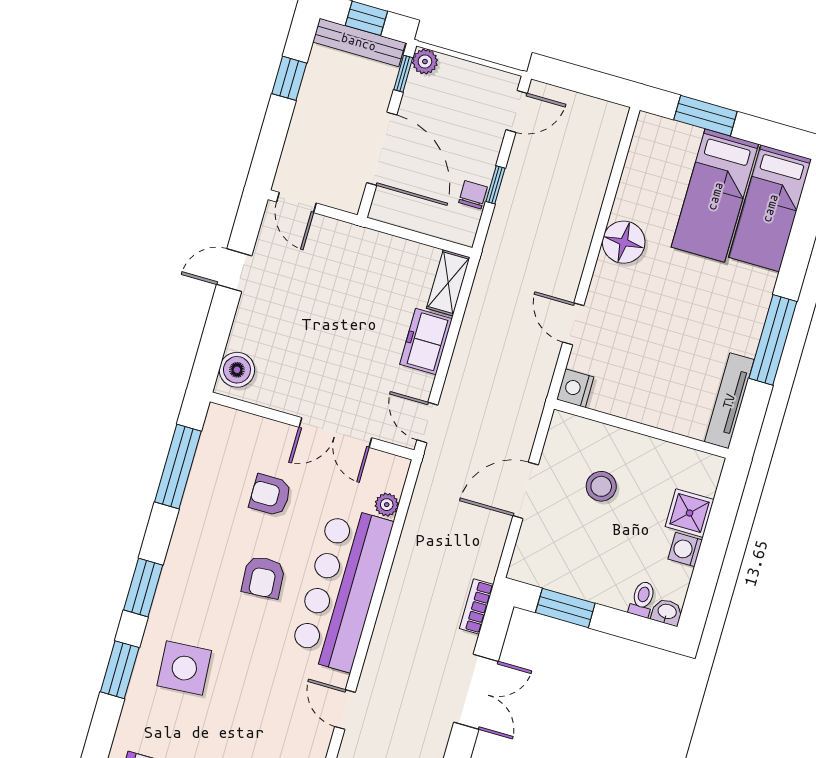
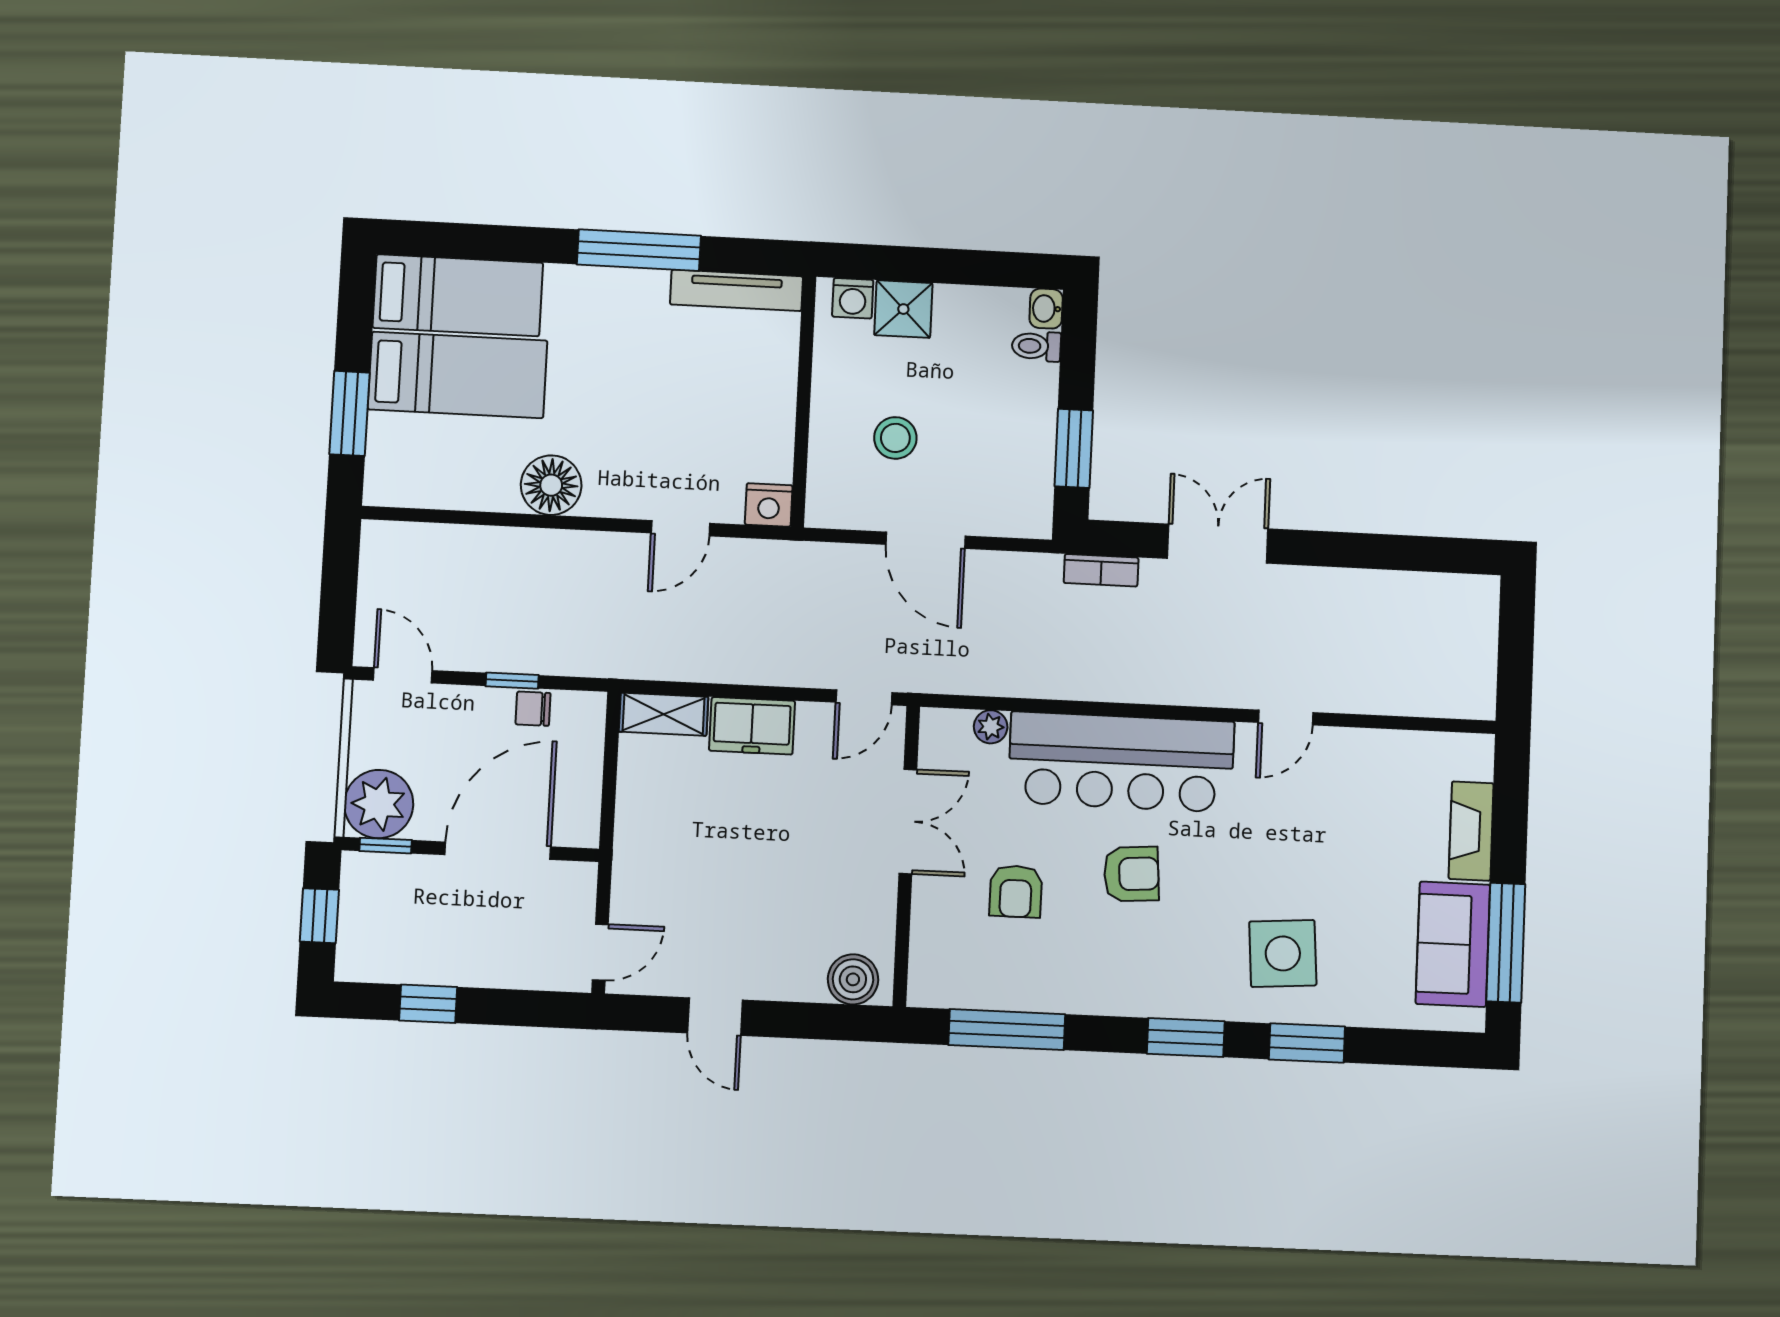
bench: (359, 42) -> (356, 918), removed
plant: (425, 62) -> (379, 804), width x1.88, depth x1.88
washing machine: (685, 550) -> (853, 298), moved

